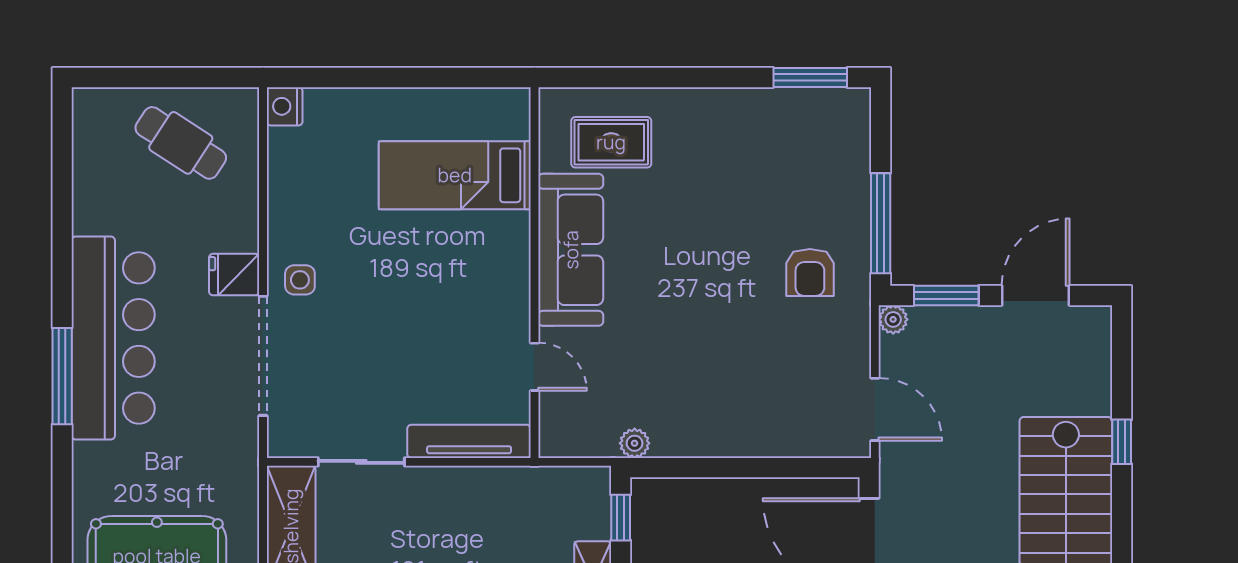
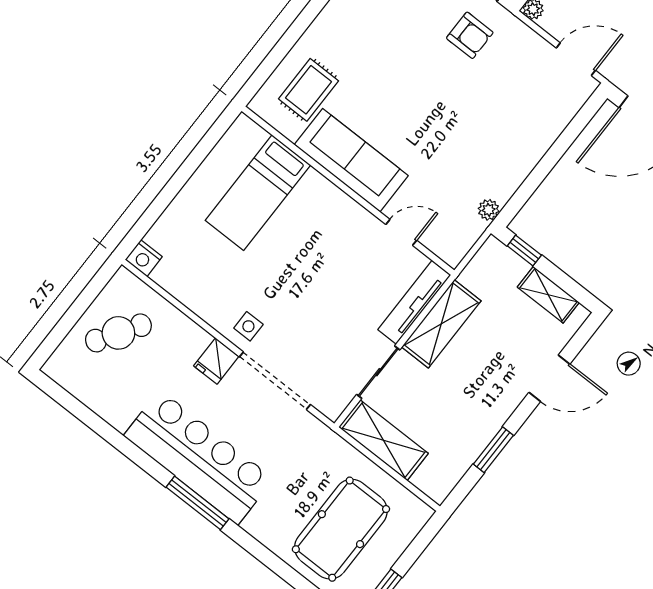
shelving: (469, 490) -> (441, 324), added

